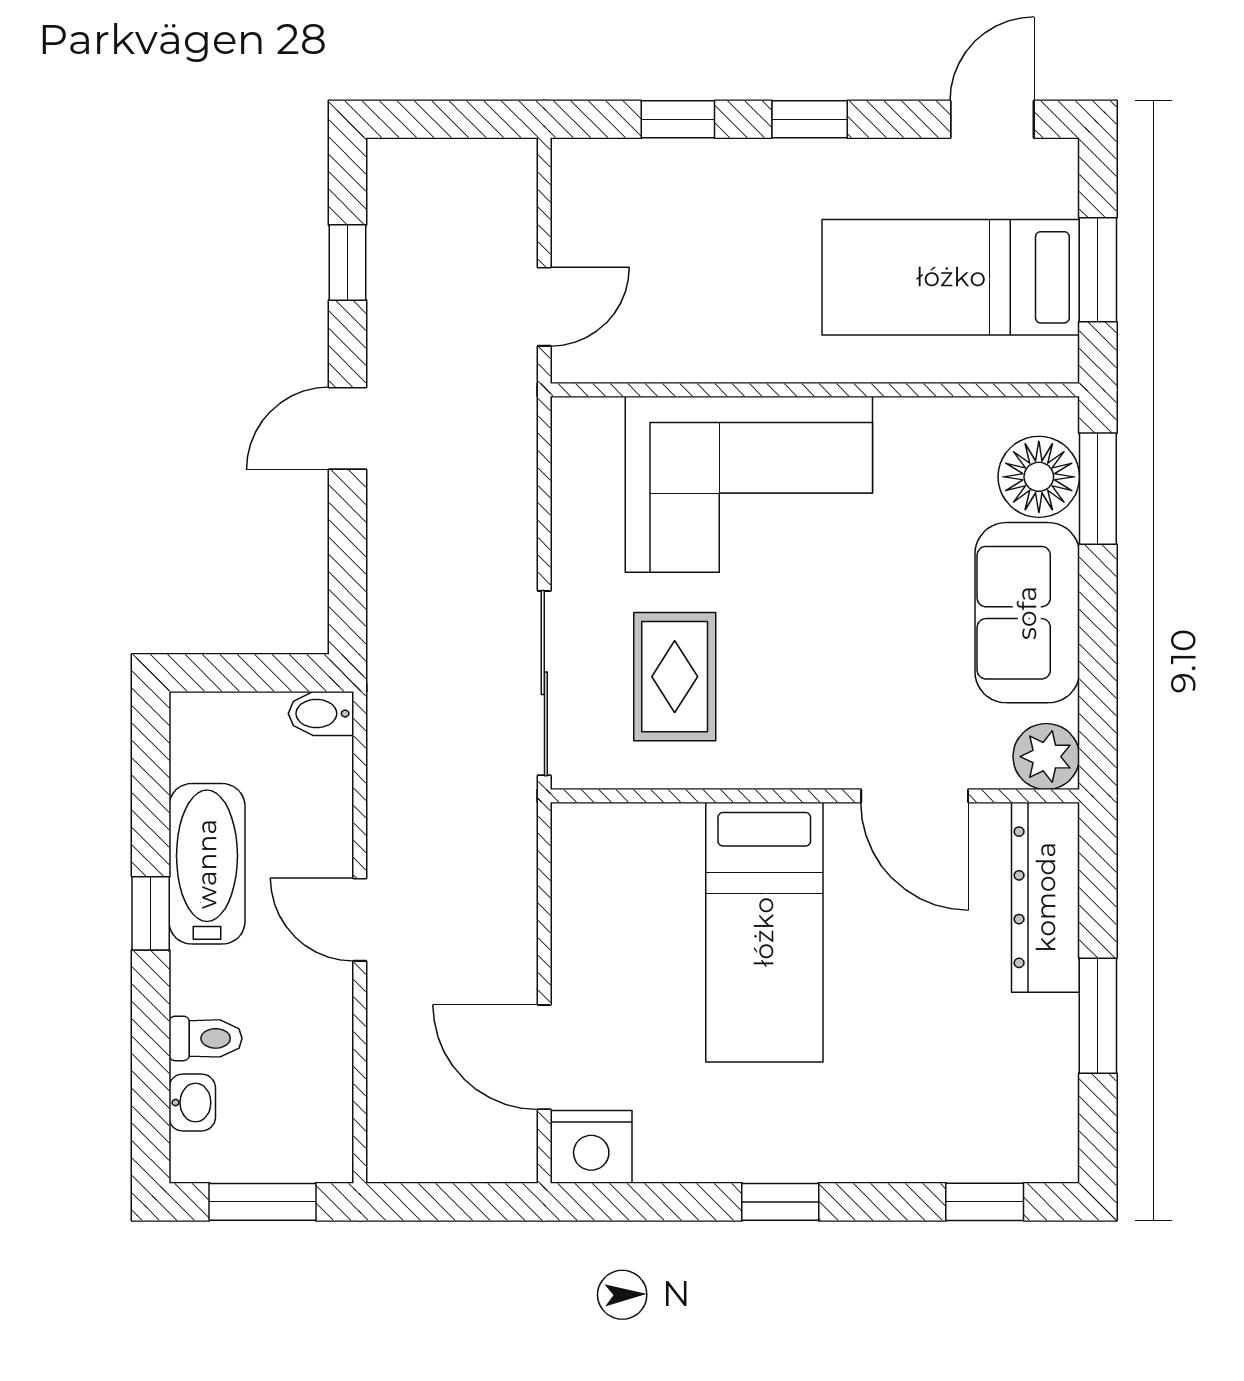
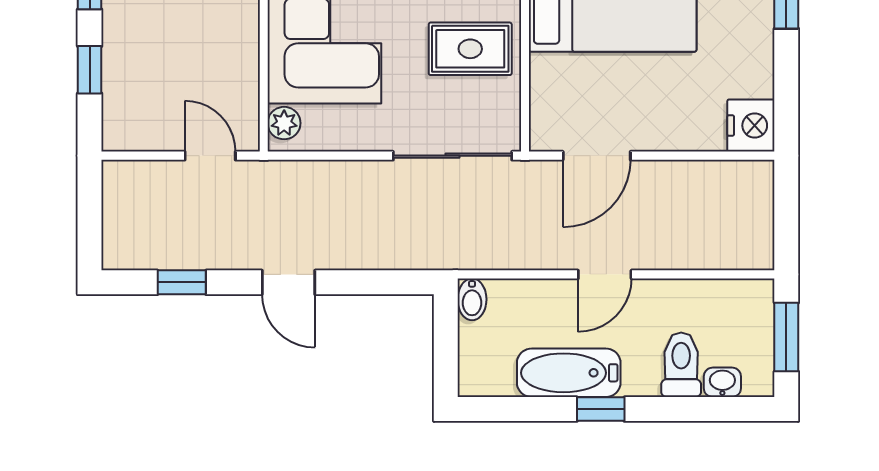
plant: (595, 421) -> (284, 123), added
rug: (675, 677) -> (470, 49), moved
toilet: (205, 1038) -> (681, 365), width x1.37, depth x1.39
door: (544, 1057) -> (597, 156), moved

